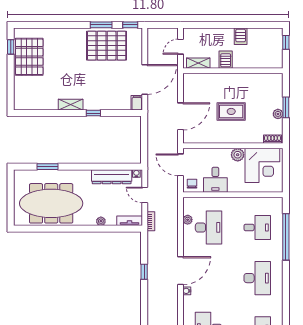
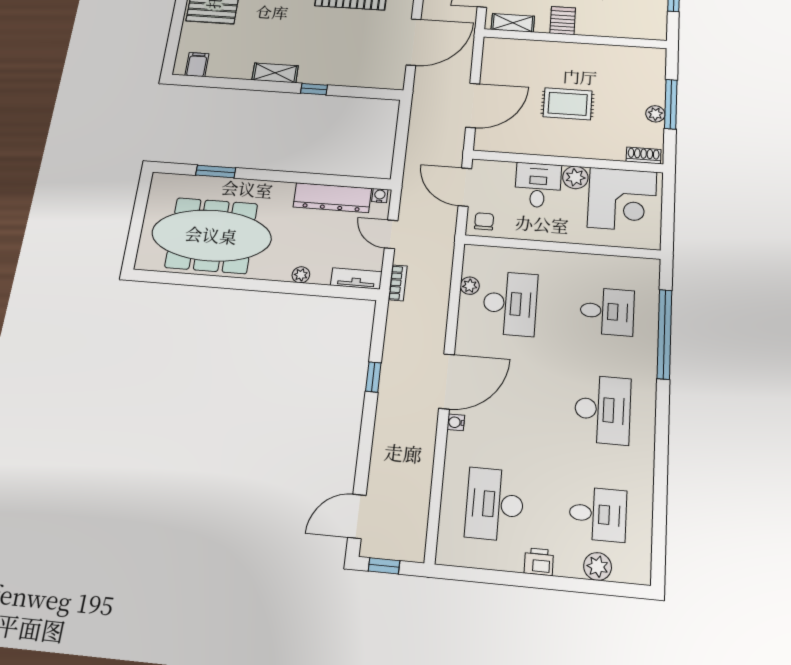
filing cabinet: (137, 103) -> (197, 65), moved
window: (286, 107) -> (671, 104), width x1.44
desk: (215, 180) -> (538, 185), moved, turned 180

